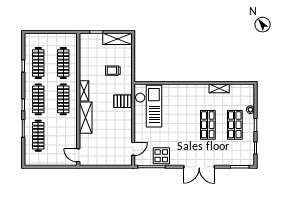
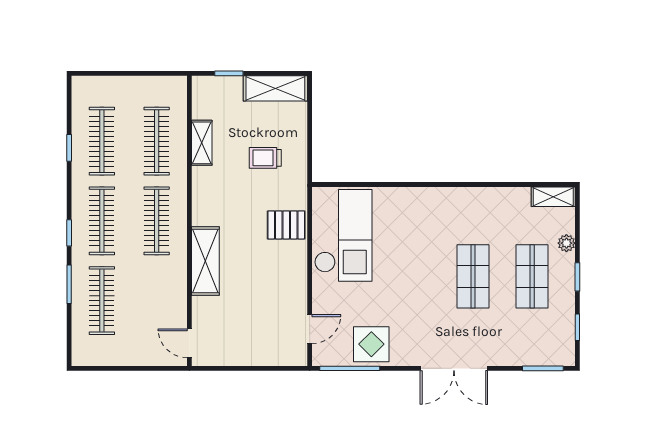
shelving: (219, 88) -> (553, 197), moved
shelving: (84, 91) -> (202, 143), moved

